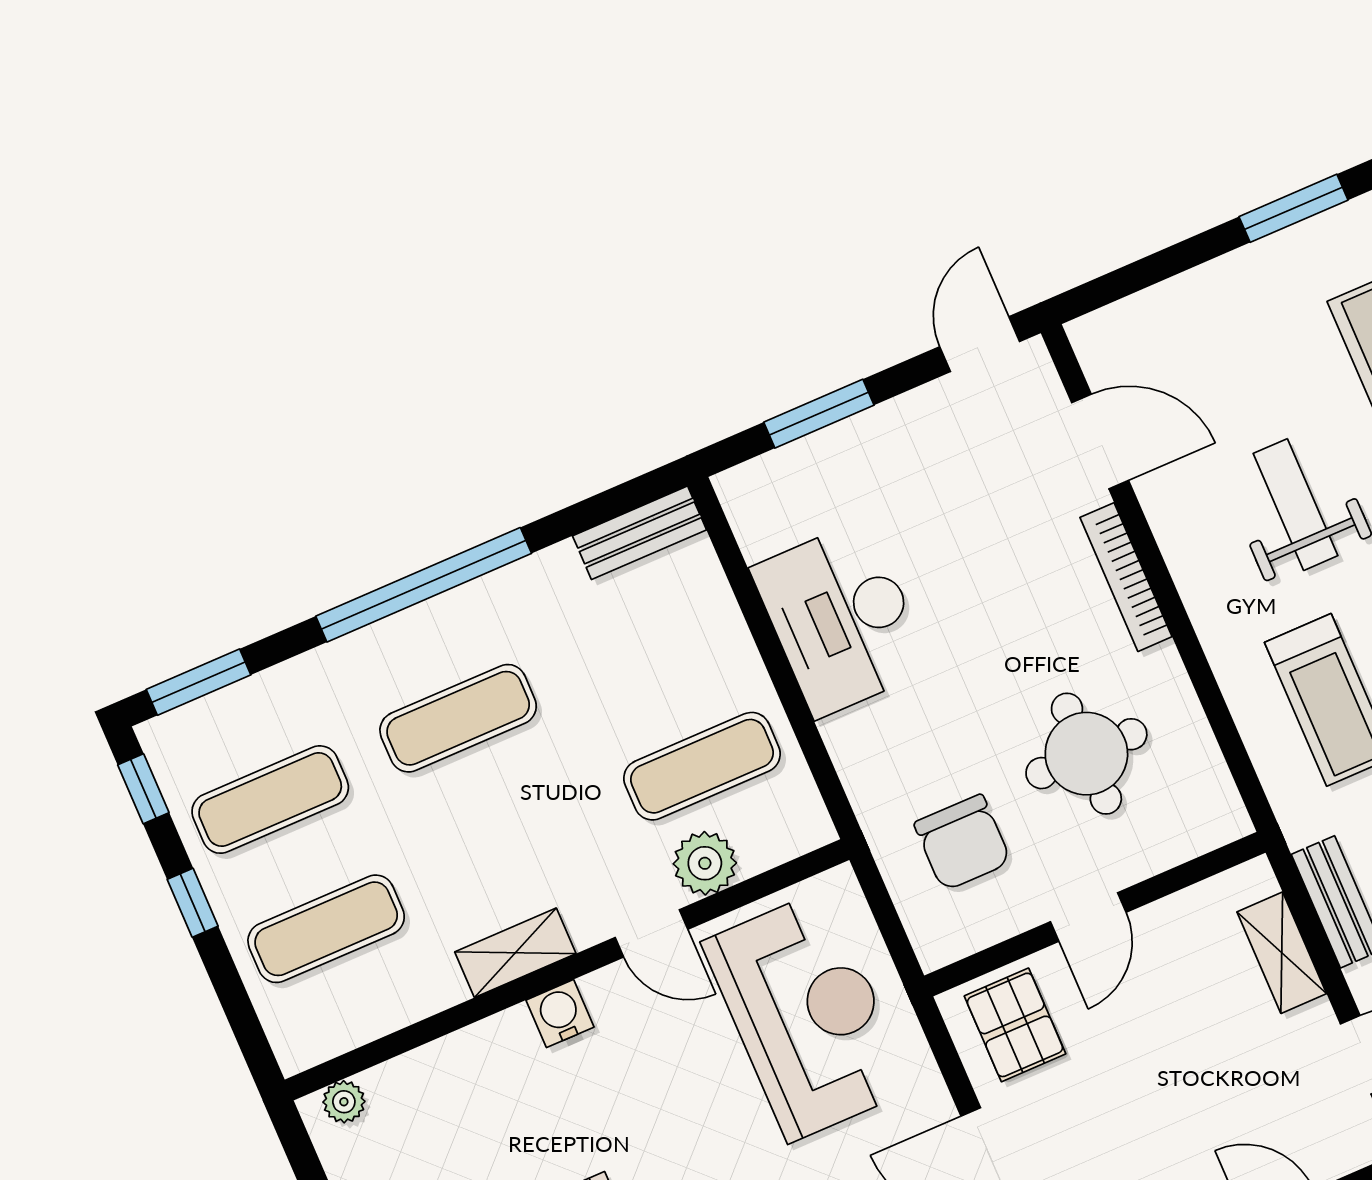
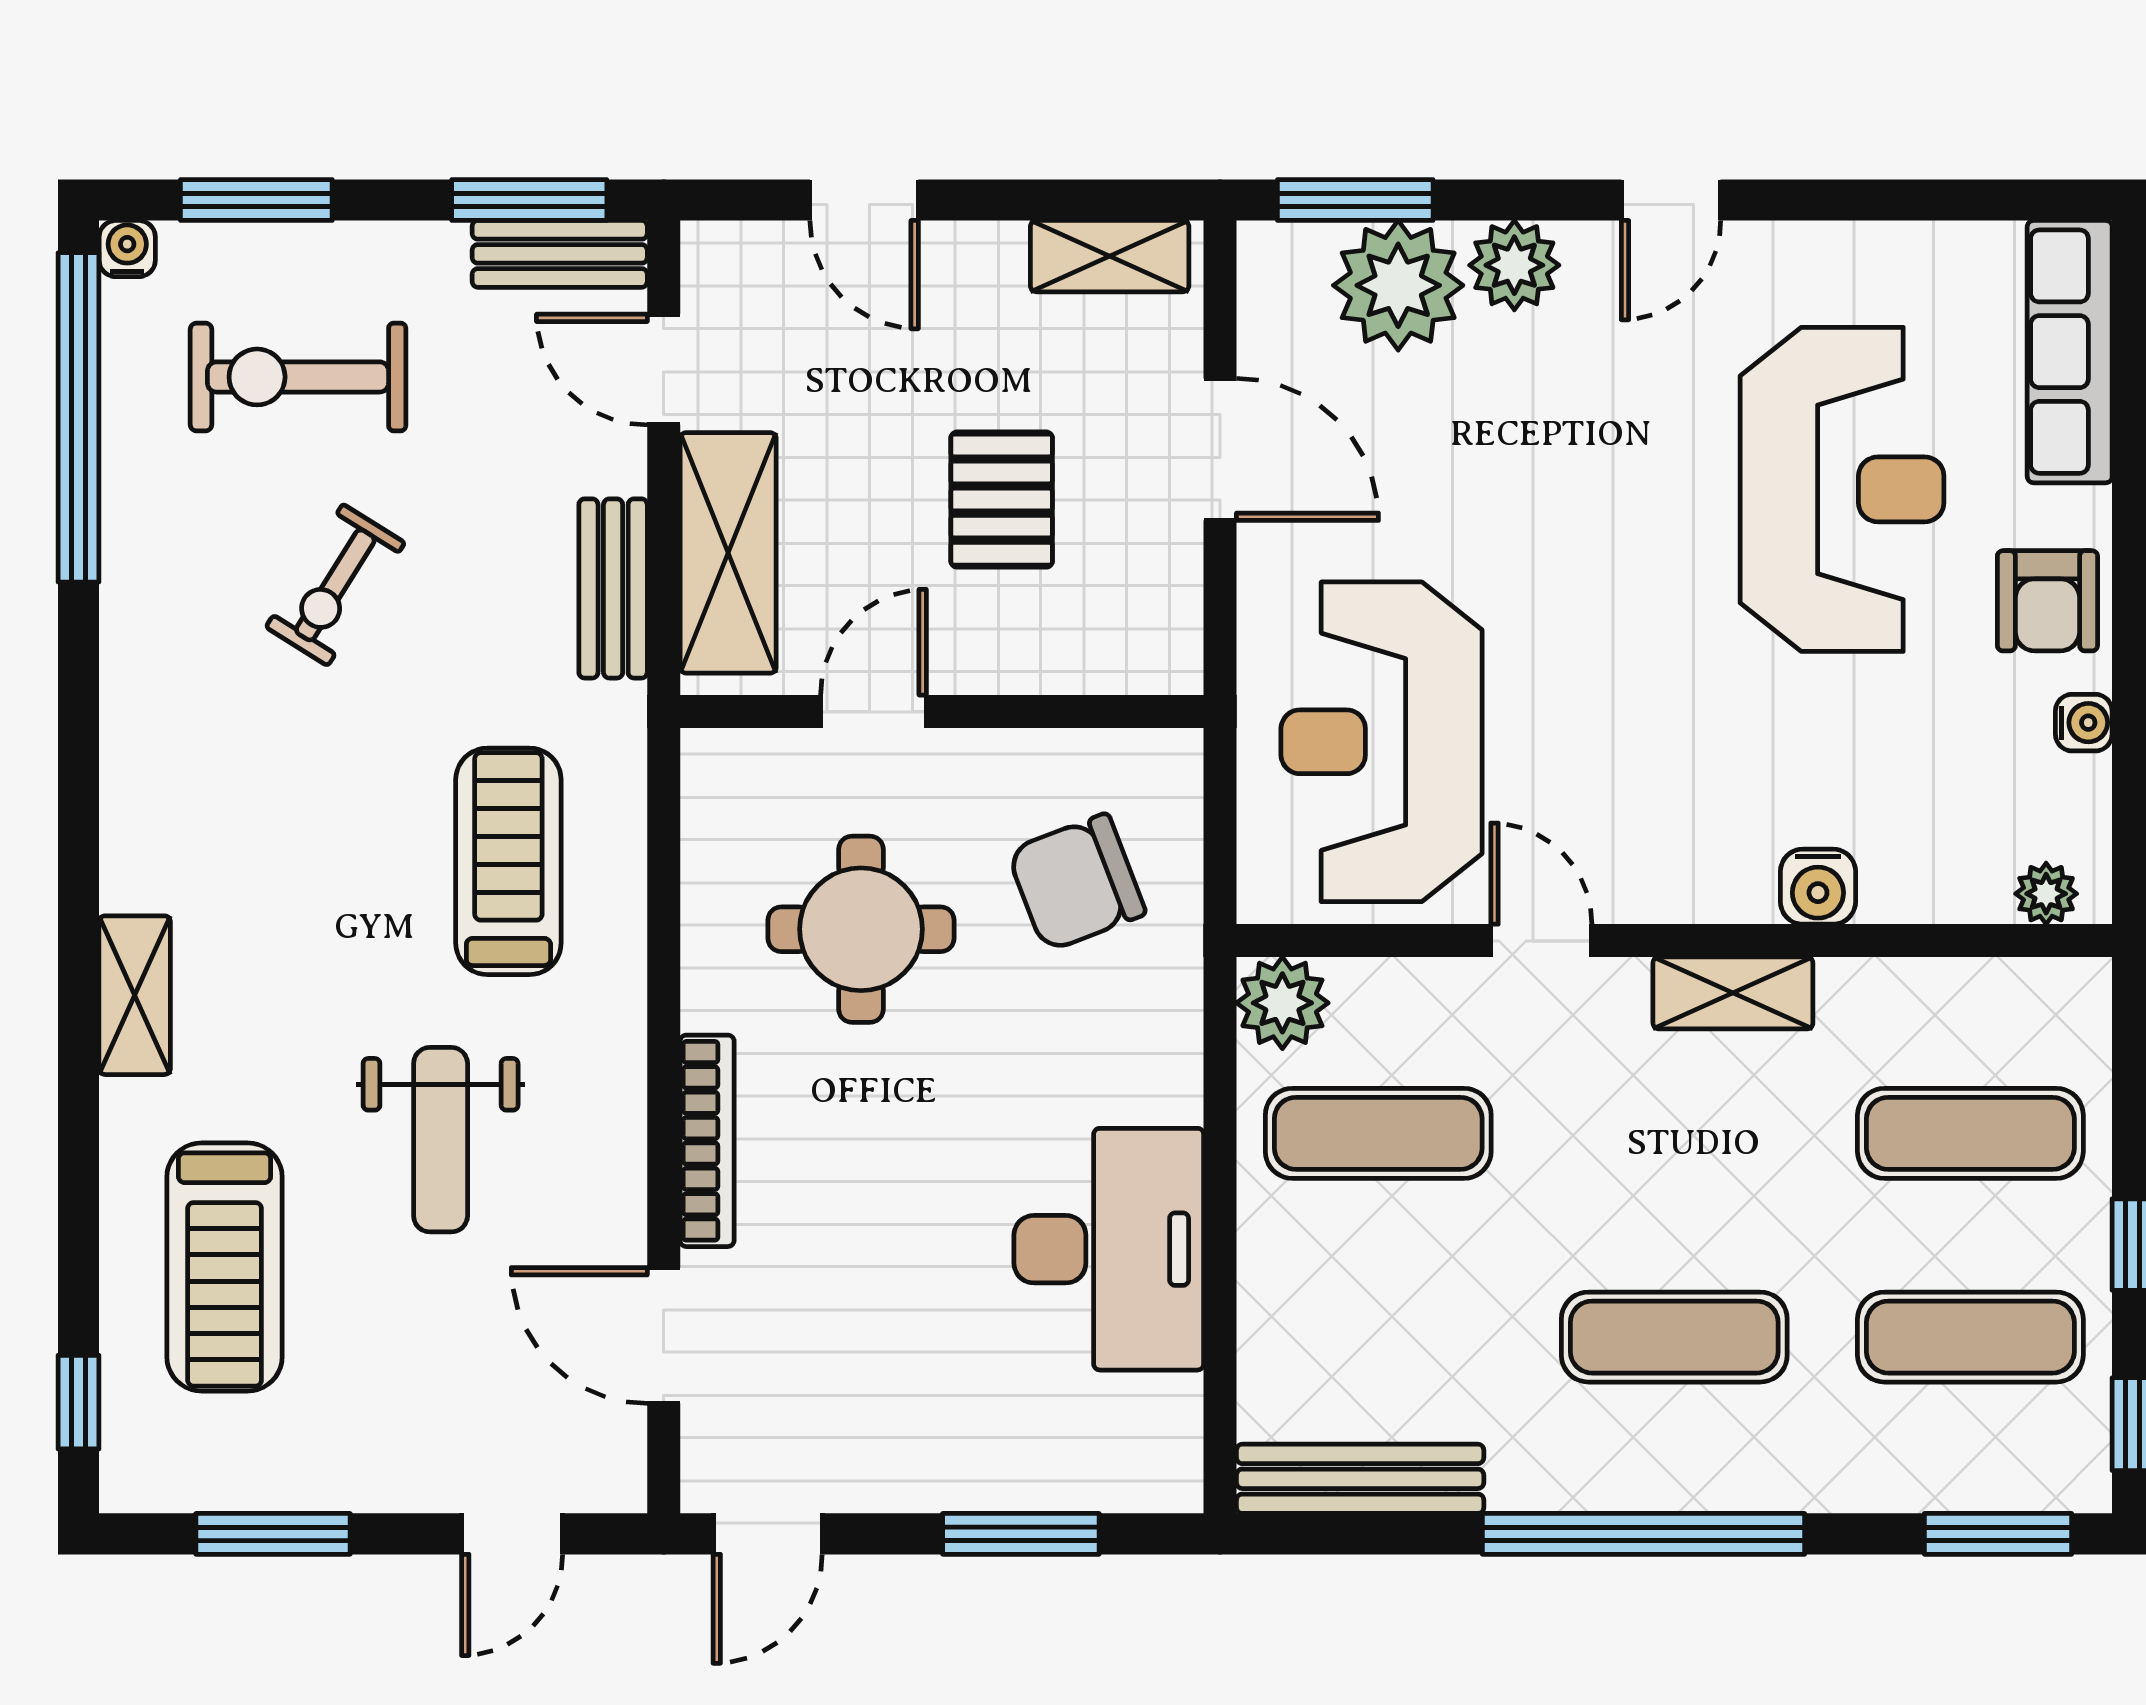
door: (1142, 274) -> (512, 1534), added
bench: (640, 533) -> (1360, 1479), width x1.36
chair: (963, 842) -> (1076, 882), turned -111
plant: (705, 863) -> (1282, 1003), moved
door: (1088, 917) -> (873, 711), moved
shelving: (1282, 953) -> (728, 553), width x1.50, depth x1.33
water cooler: (560, 1014) -> (1818, 887), moved
pallet: (1015, 1025) -> (1002, 500), moved

